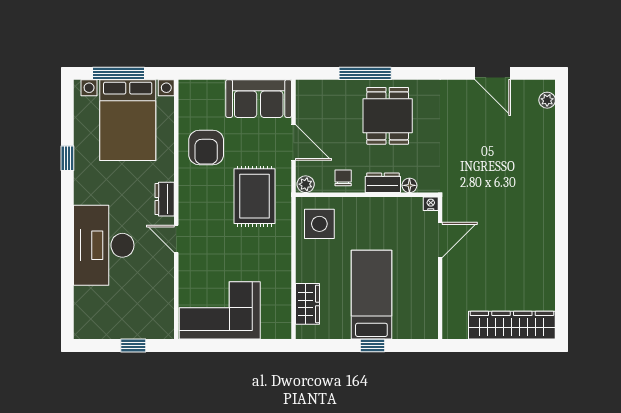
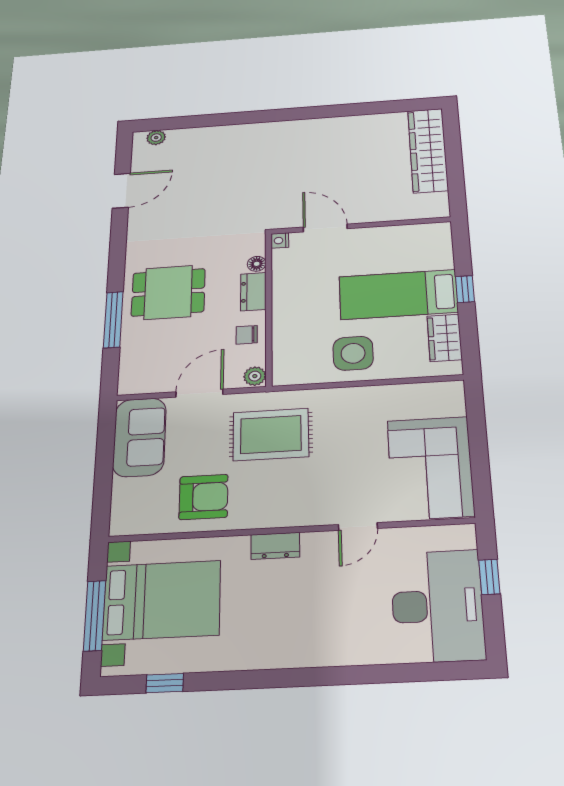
window: (67, 158) -> (165, 683), moved
side table: (319, 224) -> (353, 353), moved
door: (176, 239) -> (358, 527), moved
desk: (104, 245) -> (437, 606), moved, turned -90
wardrobe: (308, 304) -> (445, 338), moved, turned -90

